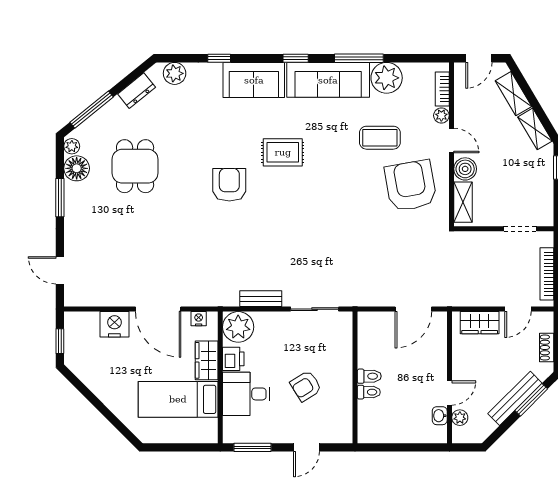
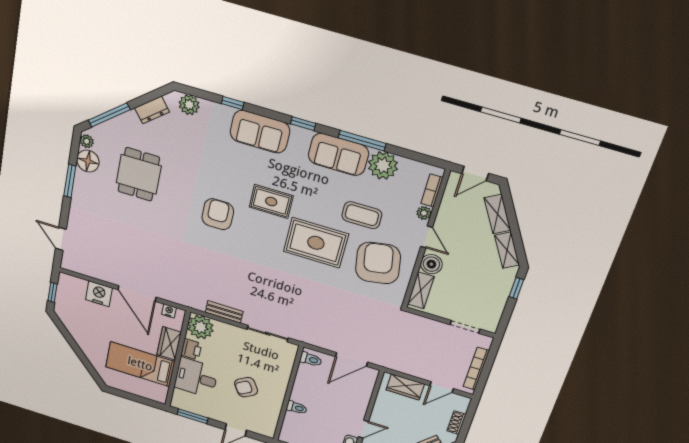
sofa: (328, 80) -> (338, 154), width x0.73
rug: (340, 184) -> (316, 243), added
toilet: (369, 376) -> (311, 359), moved

